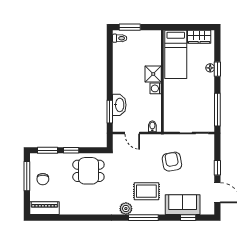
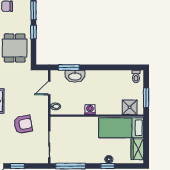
window: (130, 27) -> (146, 98), moved
shower: (153, 74) -> (130, 107), moved

